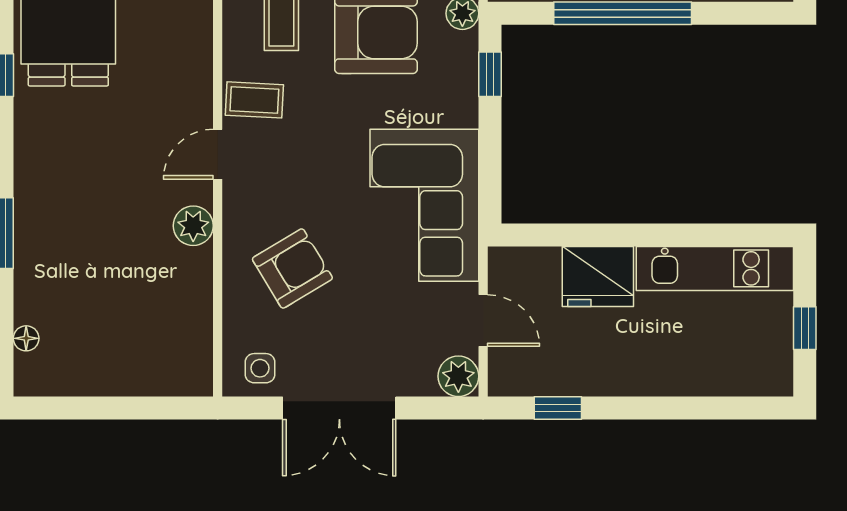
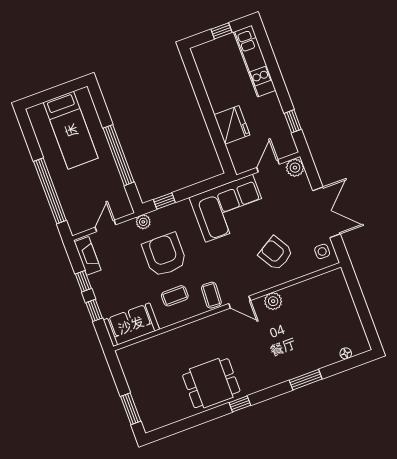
kitchen unit: (715, 268) -> (255, 61), moved, turned 180

